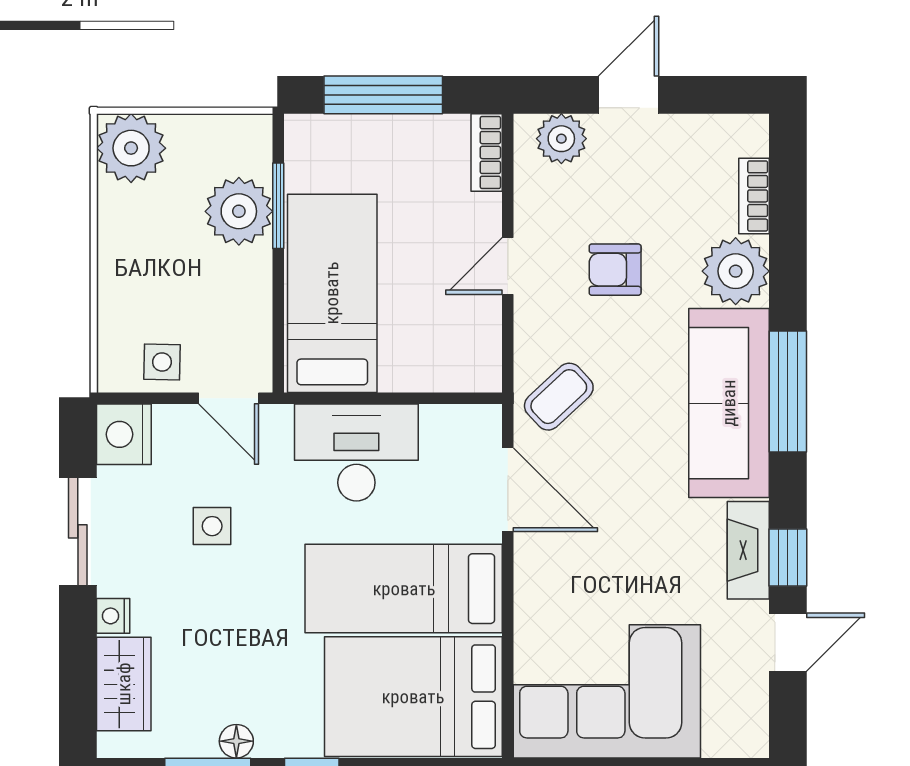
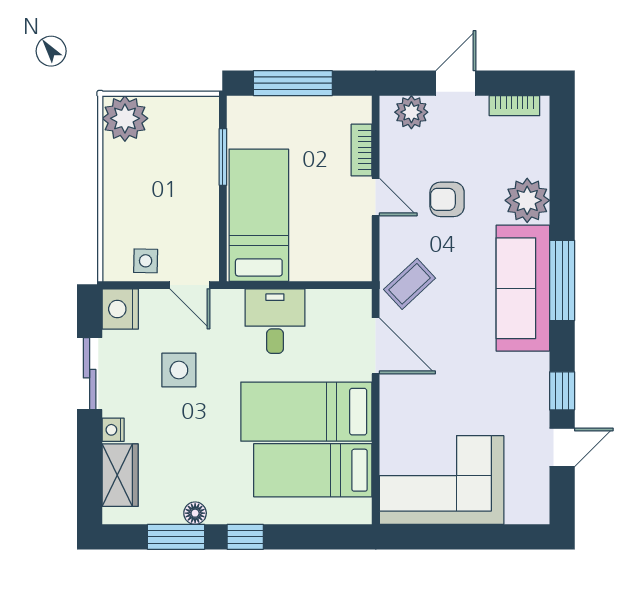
bookcase: (487, 152) -> (362, 150), moved
bookcase: (754, 196) -> (514, 106), moved, turned -90
plant: (239, 211) -> (197, 161), removed
door: (508, 266) -> (376, 197), swing flipped
desk: (356, 453) -> (275, 321), width x0.73
side table: (212, 526) -> (179, 370), width x1.37, depth x1.37
fireplace: (748, 550) -> (536, 386), removed
bed: (413, 697) -> (313, 470), width x0.67

